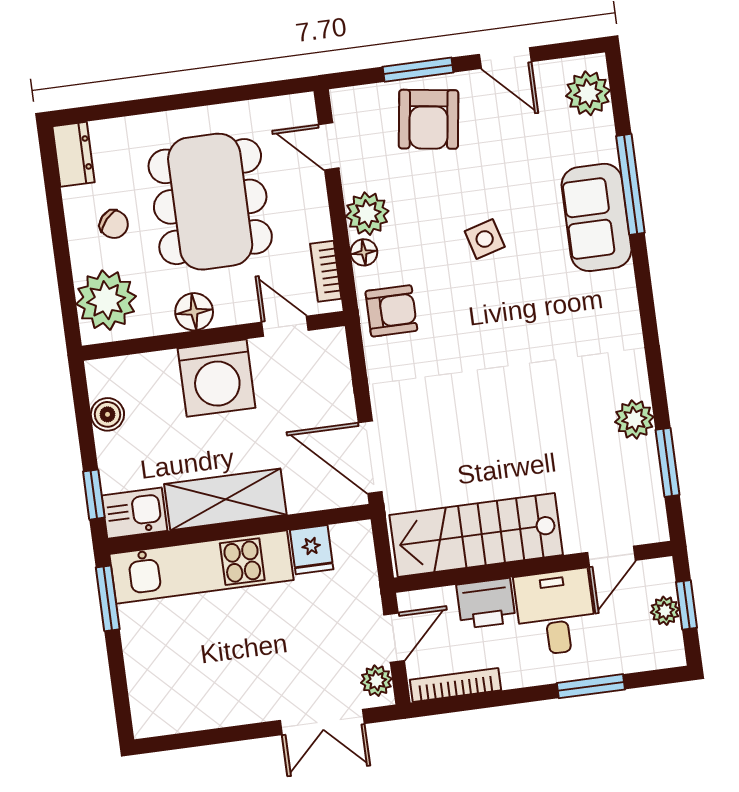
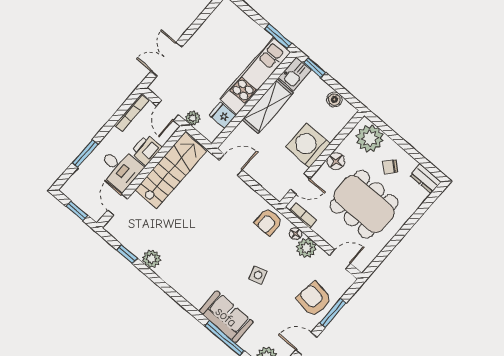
door: (370, 457) -> (231, 165), width x0.73
window: (668, 462) -> (127, 254), width x0.67
plant: (665, 611) -> (82, 202), removed
plant: (376, 681) -> (193, 118), moved

